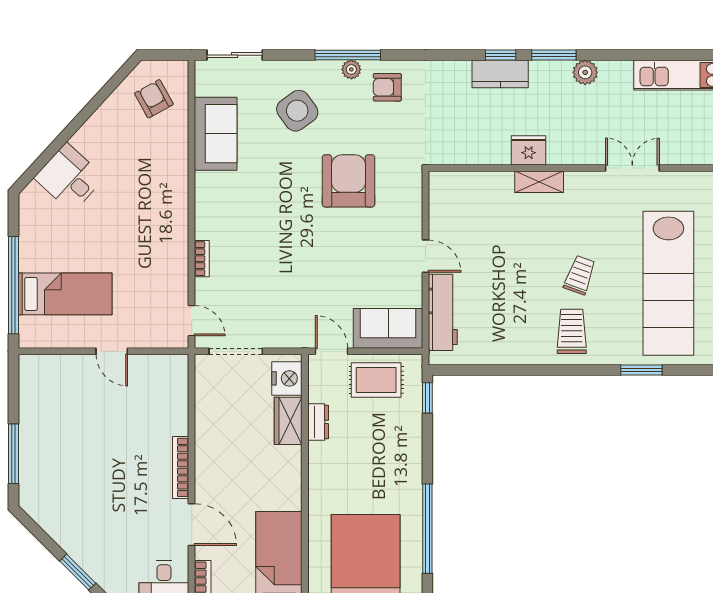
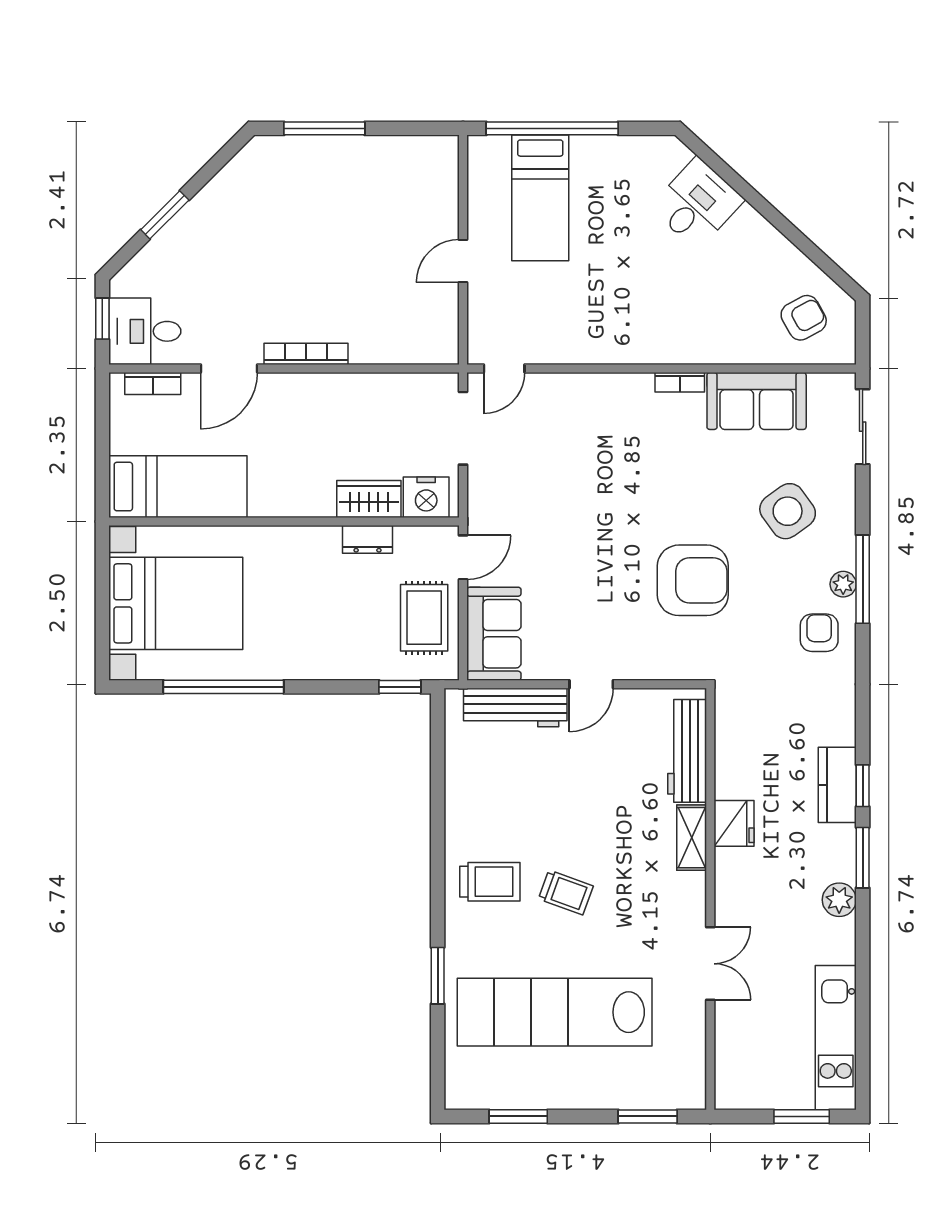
workbench: (475, 185) -> (687, 751), added
bookcase: (202, 259) -> (680, 382), moved

